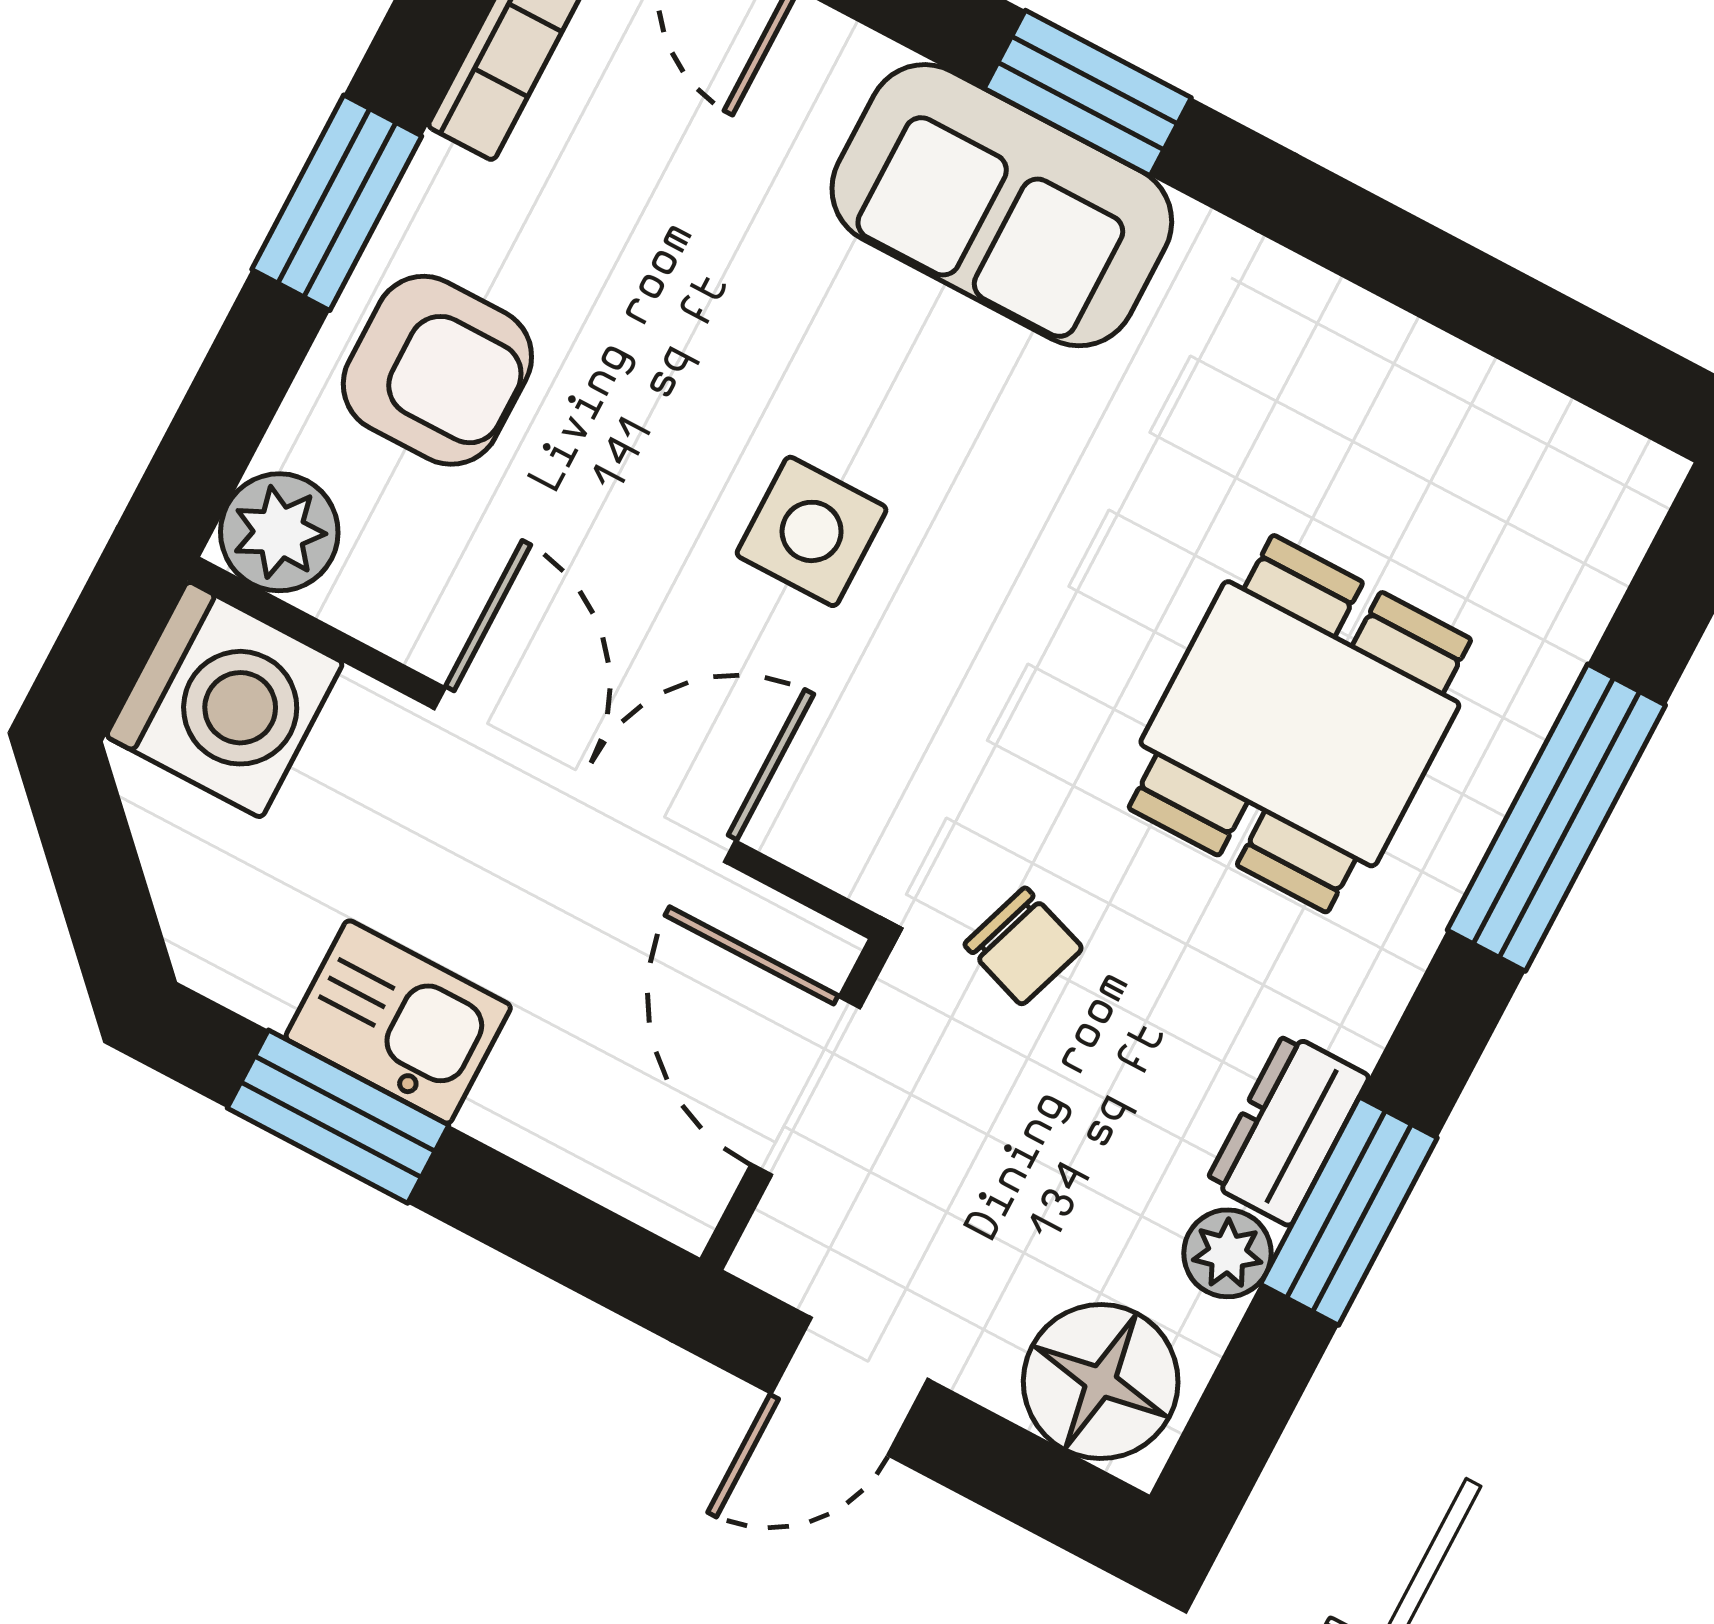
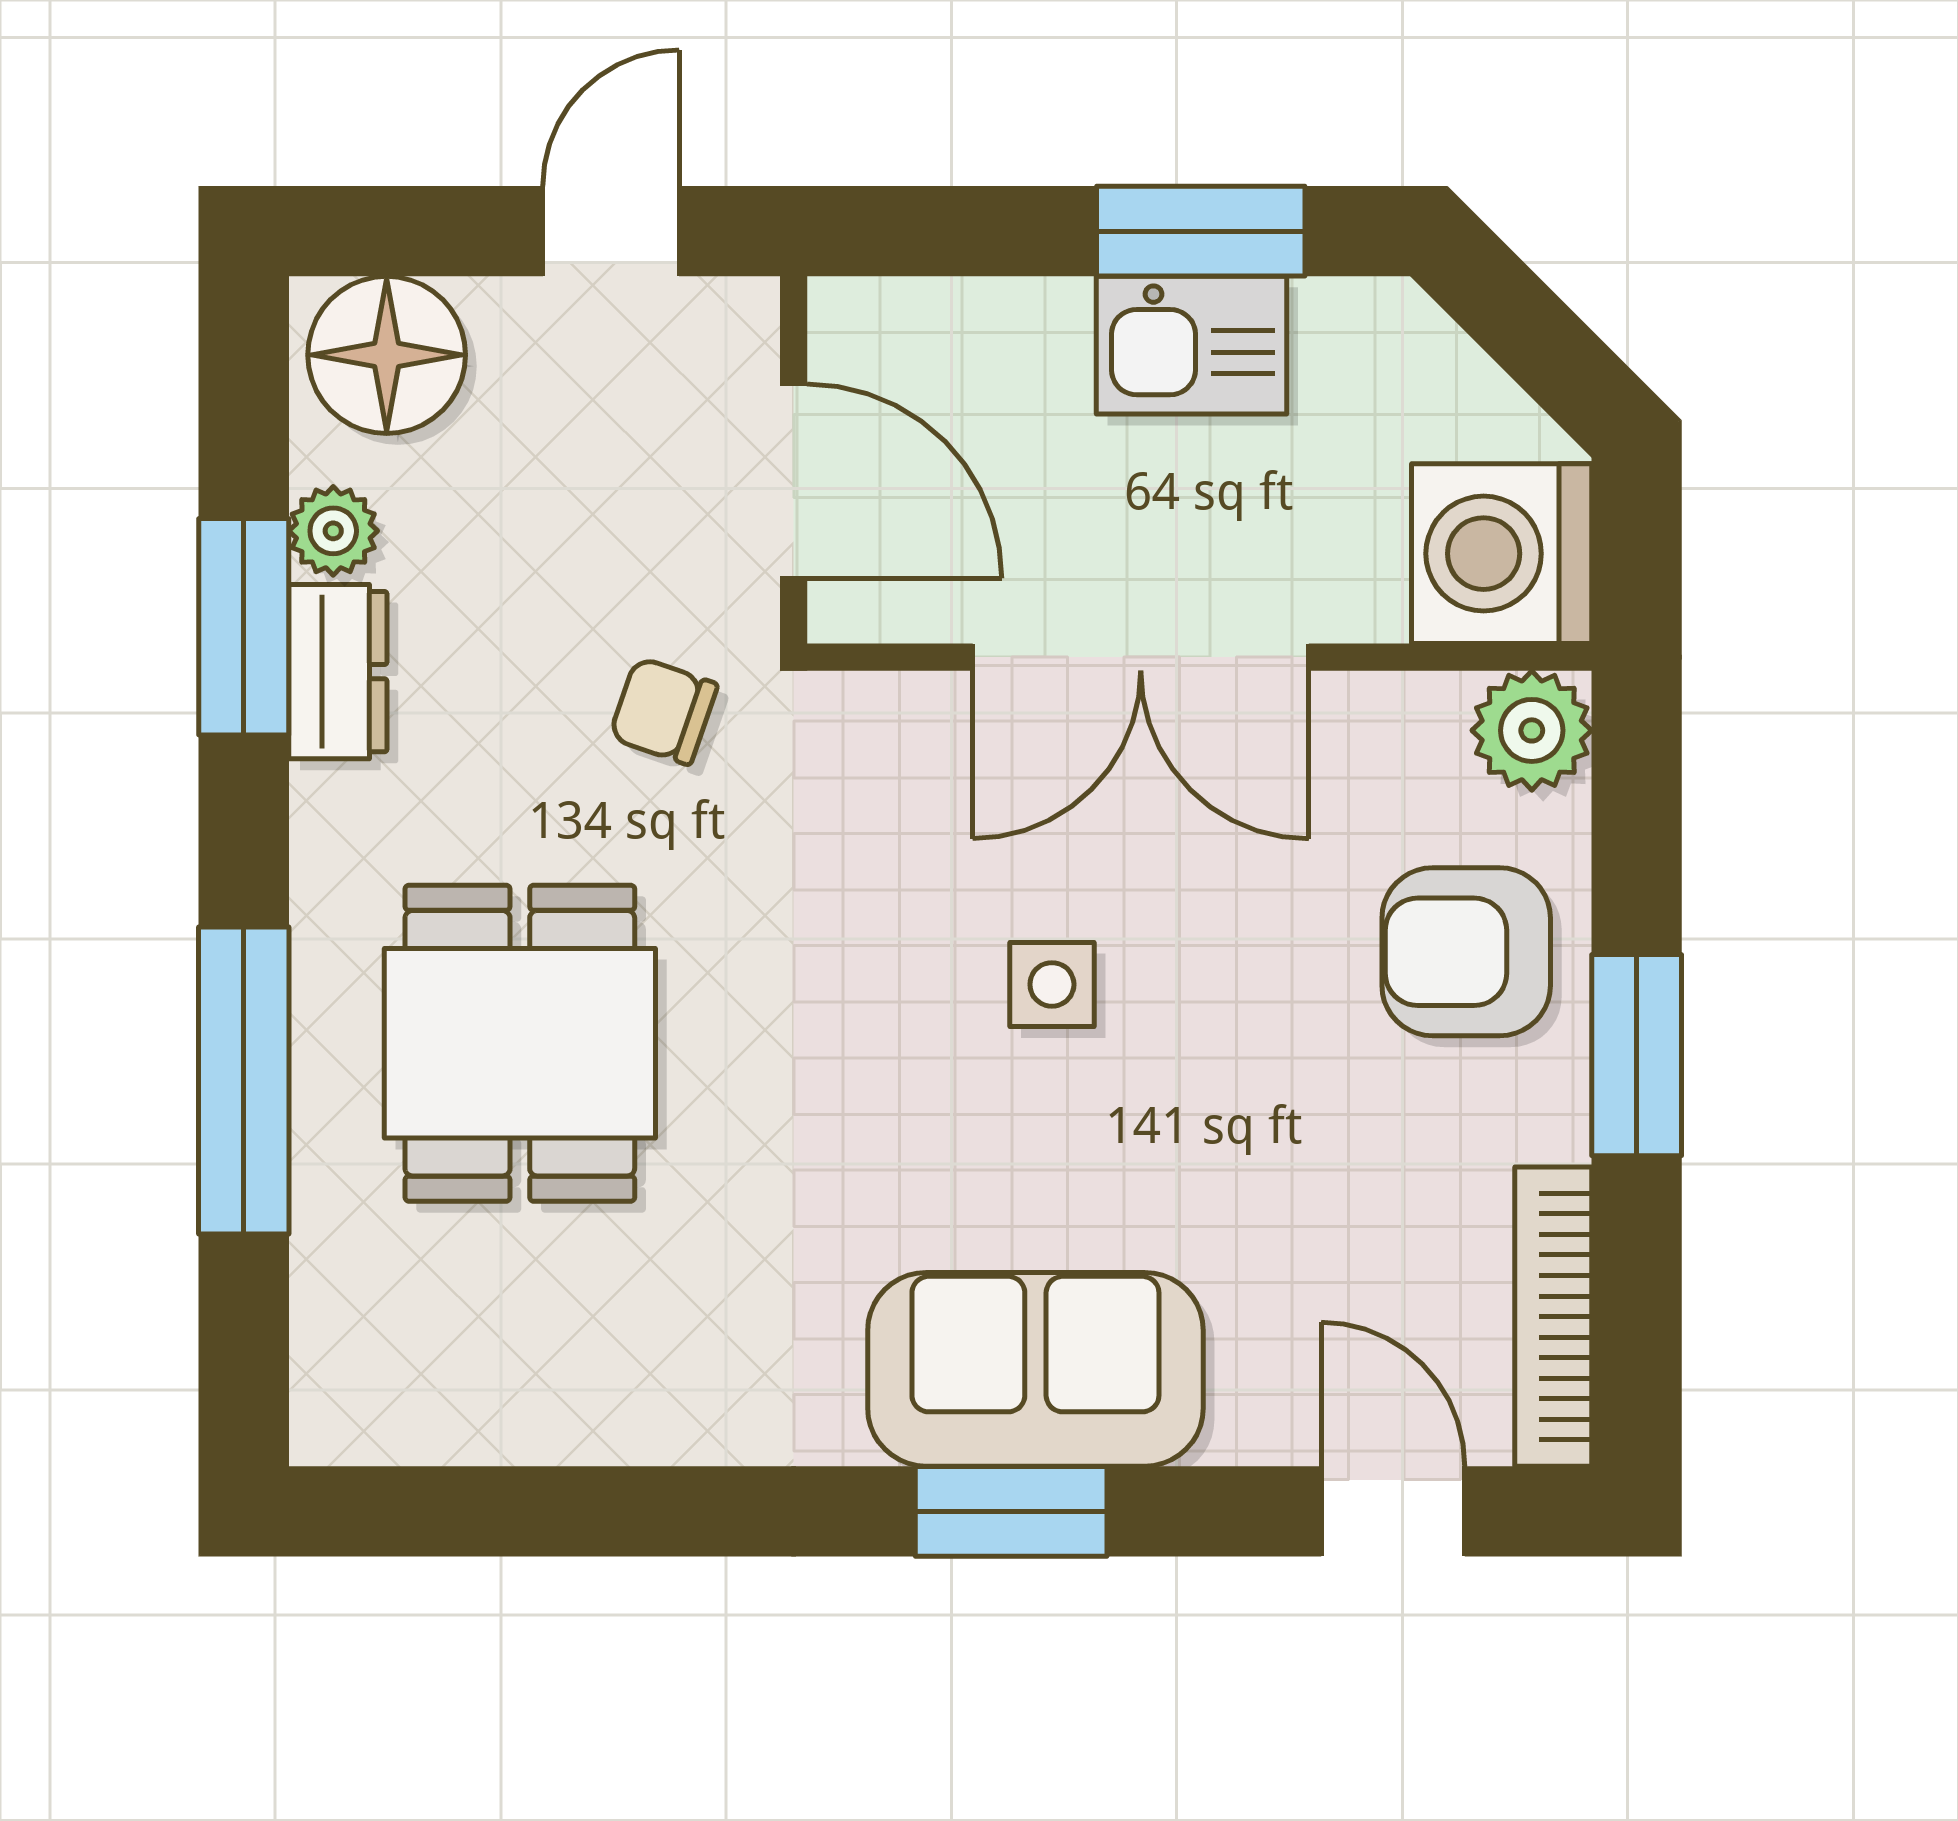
side table: (812, 531) -> (1052, 984), width x0.73, depth x0.73

